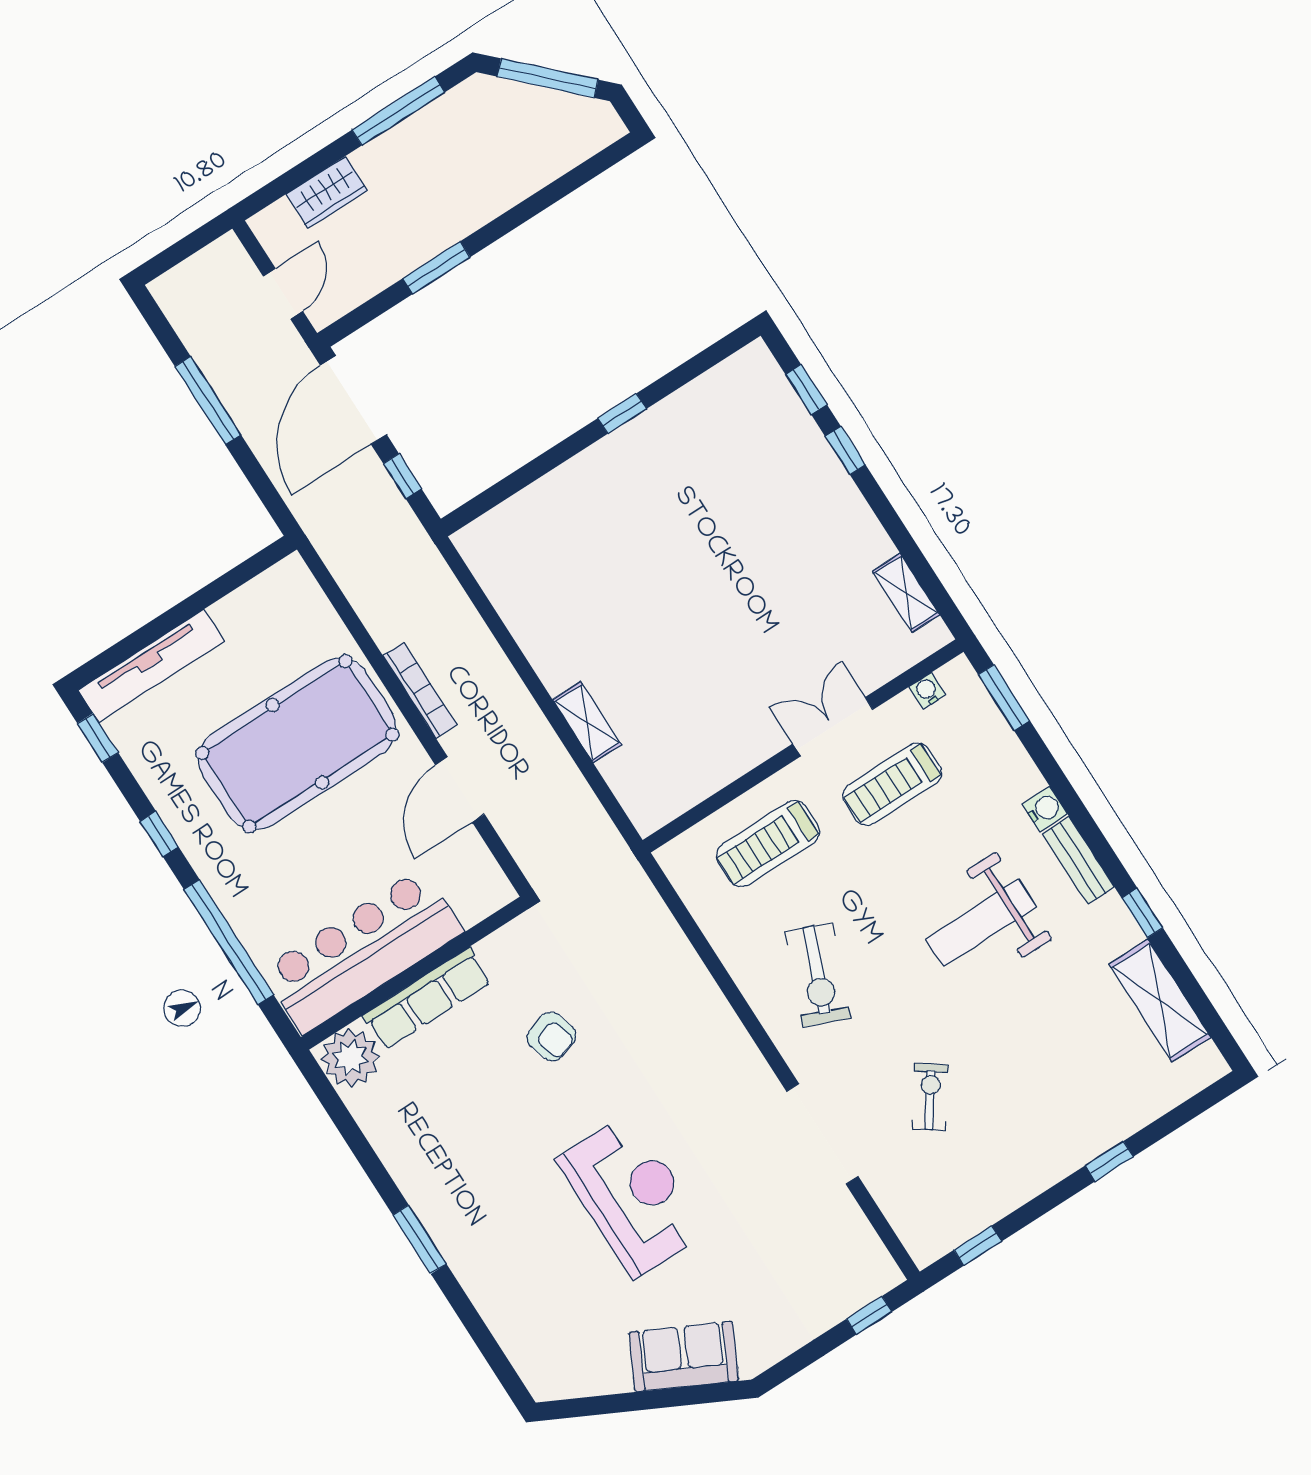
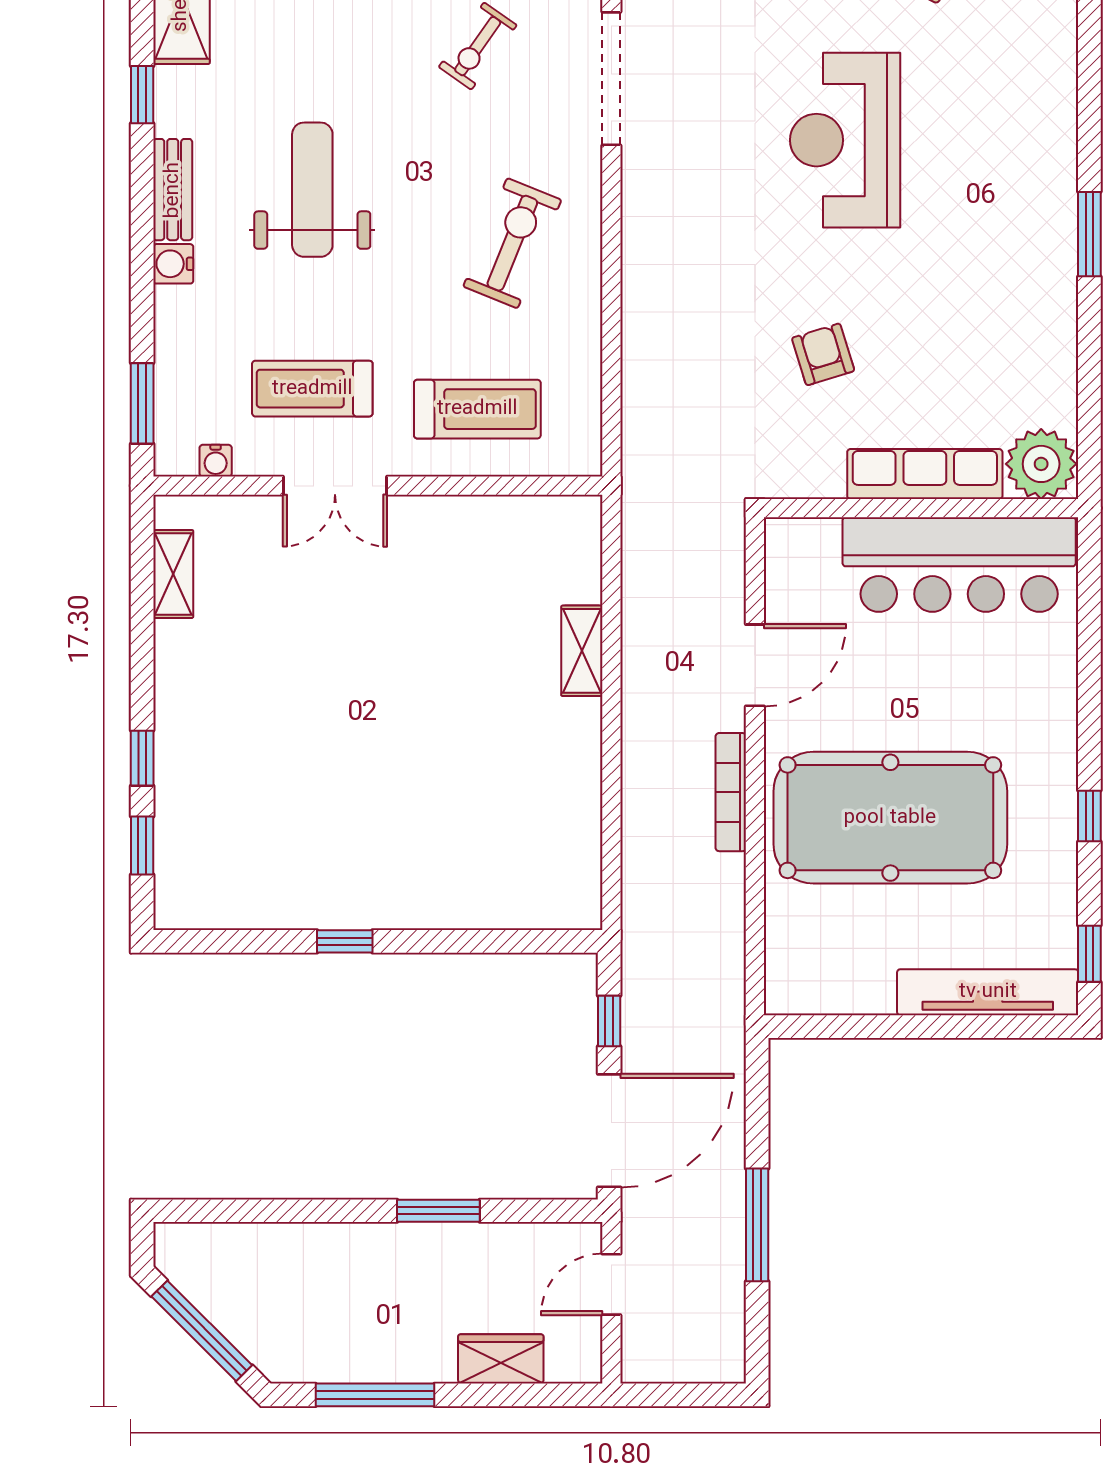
treadmill: (892, 784) -> (312, 389), turned 180
weight bench: (981, 923) -> (312, 190), turned -90
window: (229, 942) -> (1089, 661), removed

